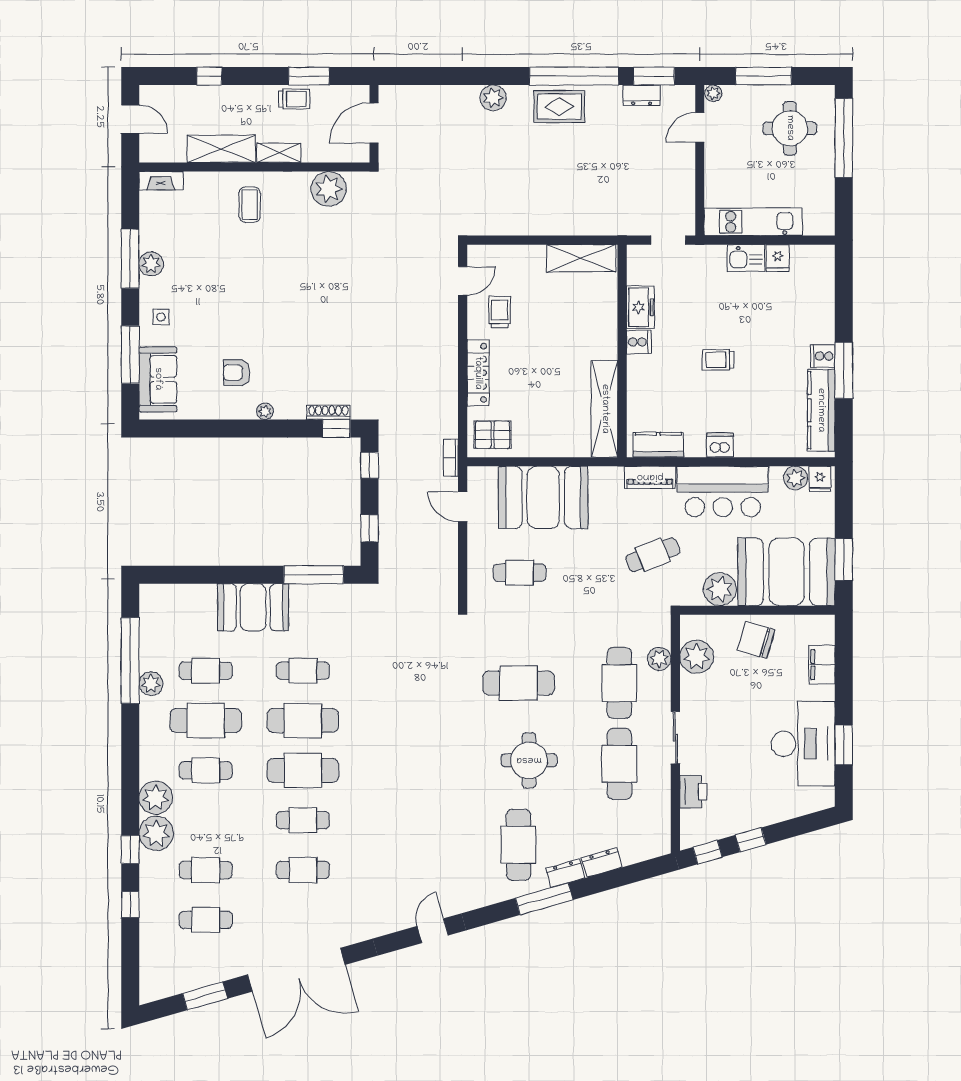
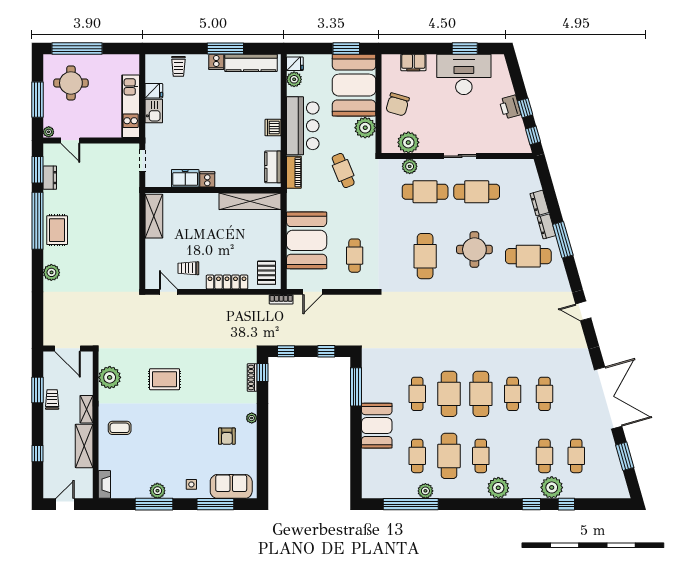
rug: (326, 275) -> (165, 379), added
trolley: (718, 360) -> (178, 66), moved
printer: (693, 792) -> (510, 107), moved, turned -106
plant: (156, 833) -> (552, 487), moved

